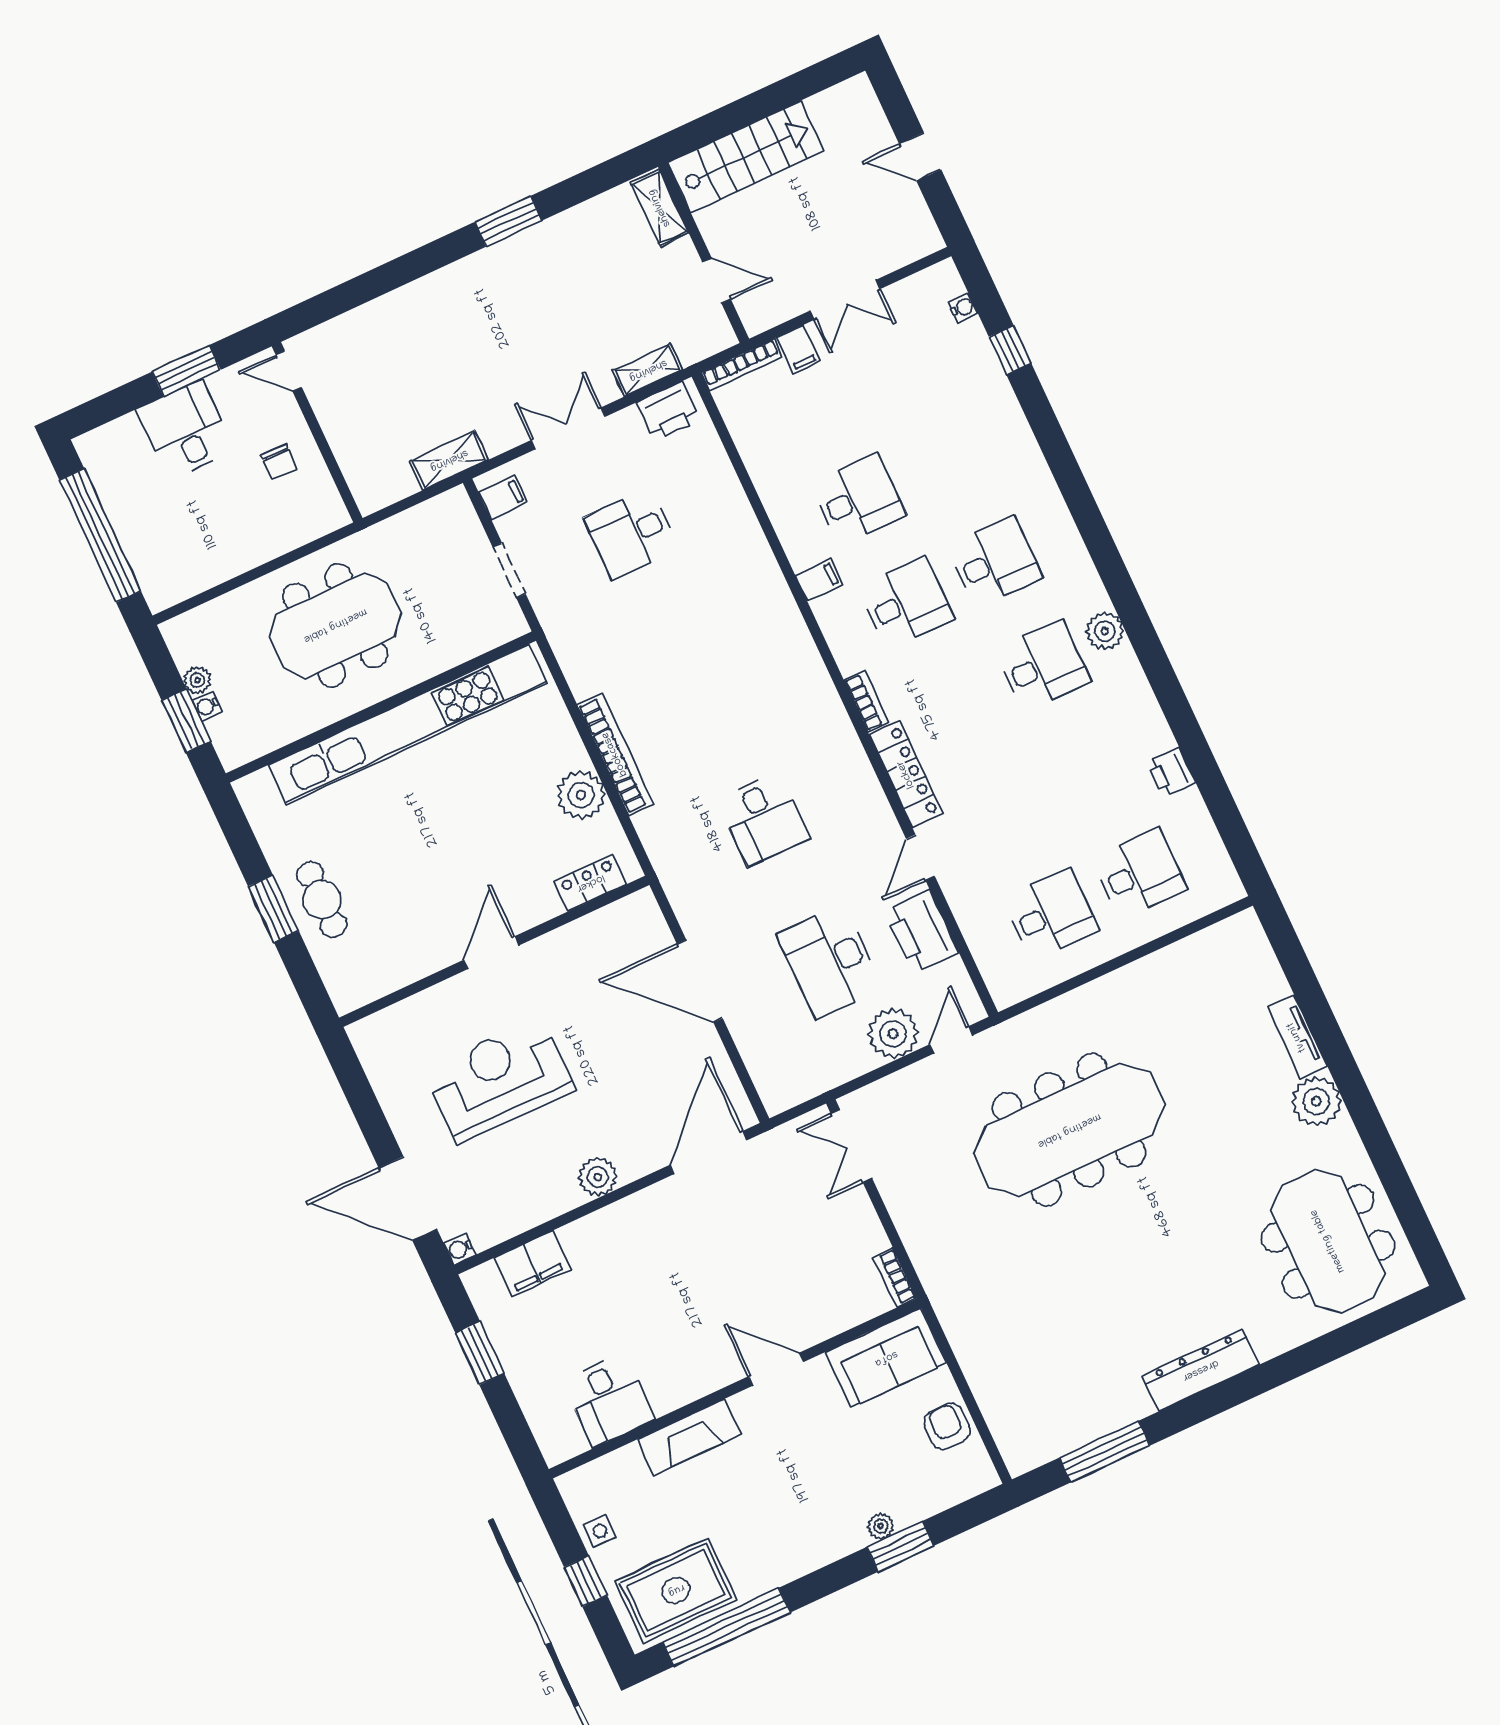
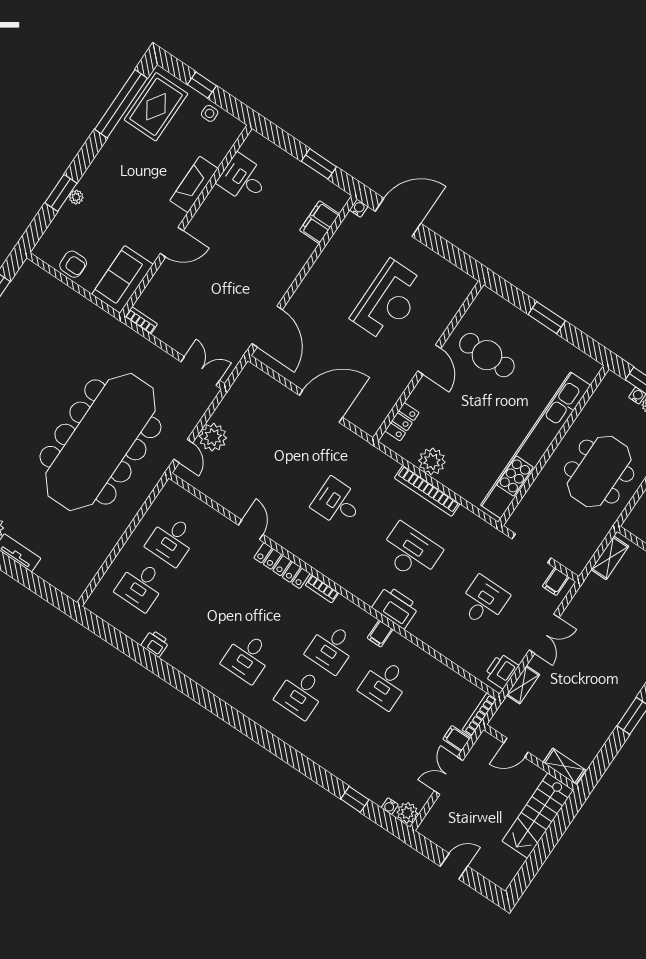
shelving: (449, 460) -> (610, 558), moved
doorway: (509, 570) -> (531, 548), width x1.38
plant: (1105, 631) -> (407, 813), moved
cafe table: (322, 900) -> (487, 355), moved, width x1.37, depth x1.35
printer: (921, 931) -> (396, 607), moved
desk: (830, 962) -> (410, 552), moved
meeting table: (1069, 1130) -> (100, 442), width x1.36, depth x1.27
plant: (598, 1177) -> (313, 283), removed

